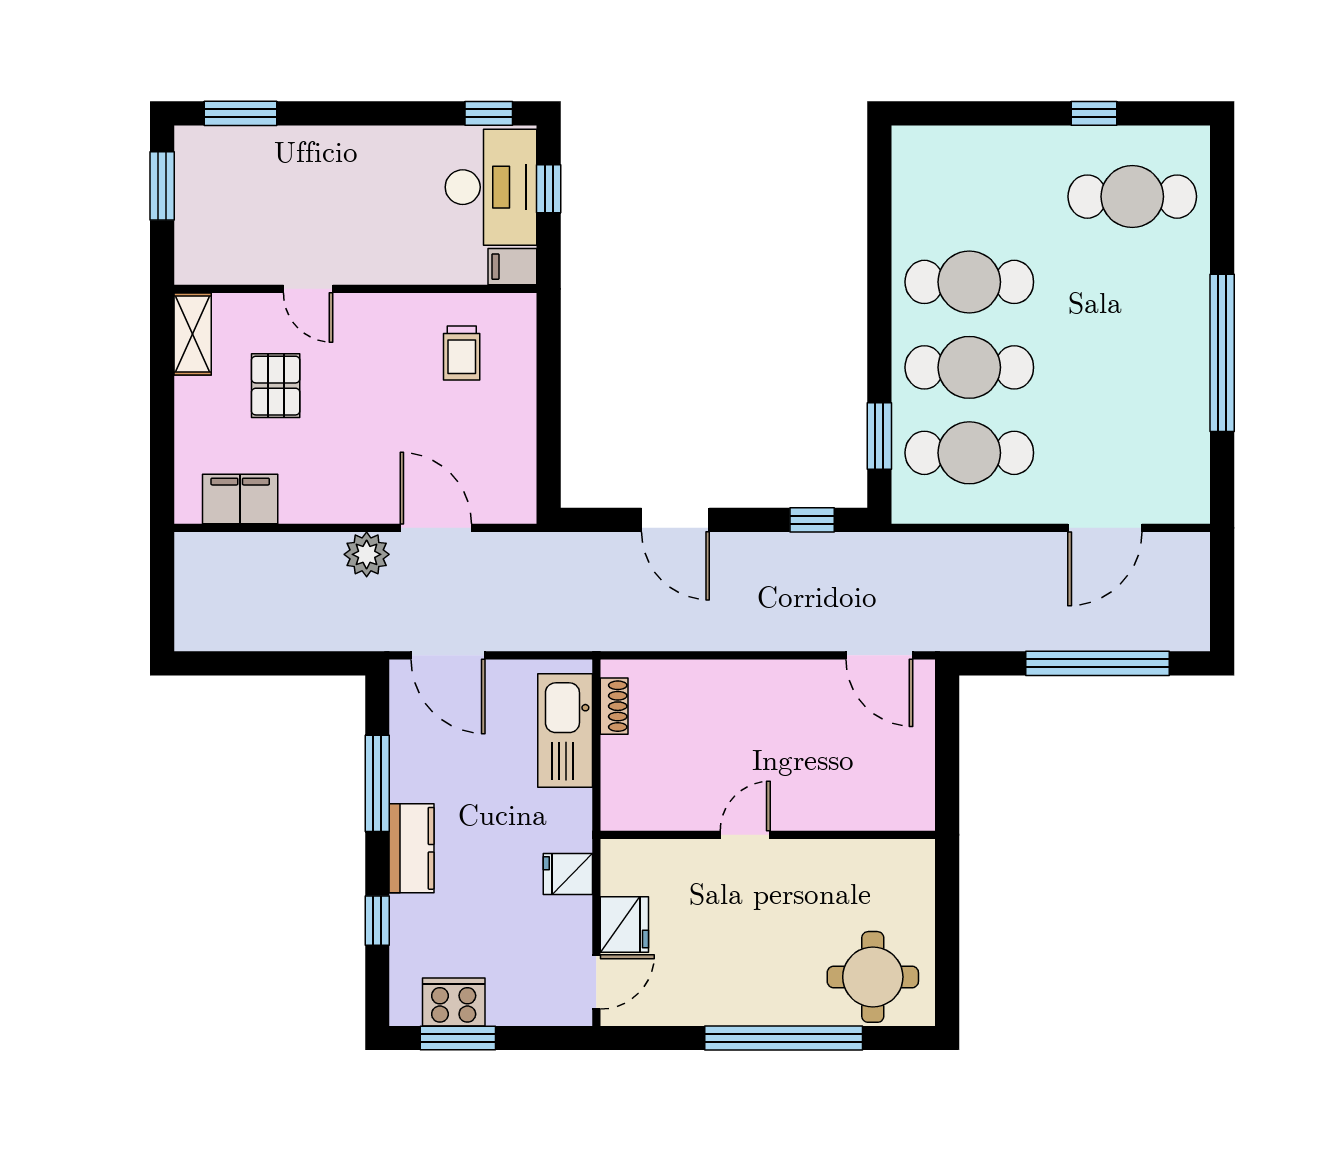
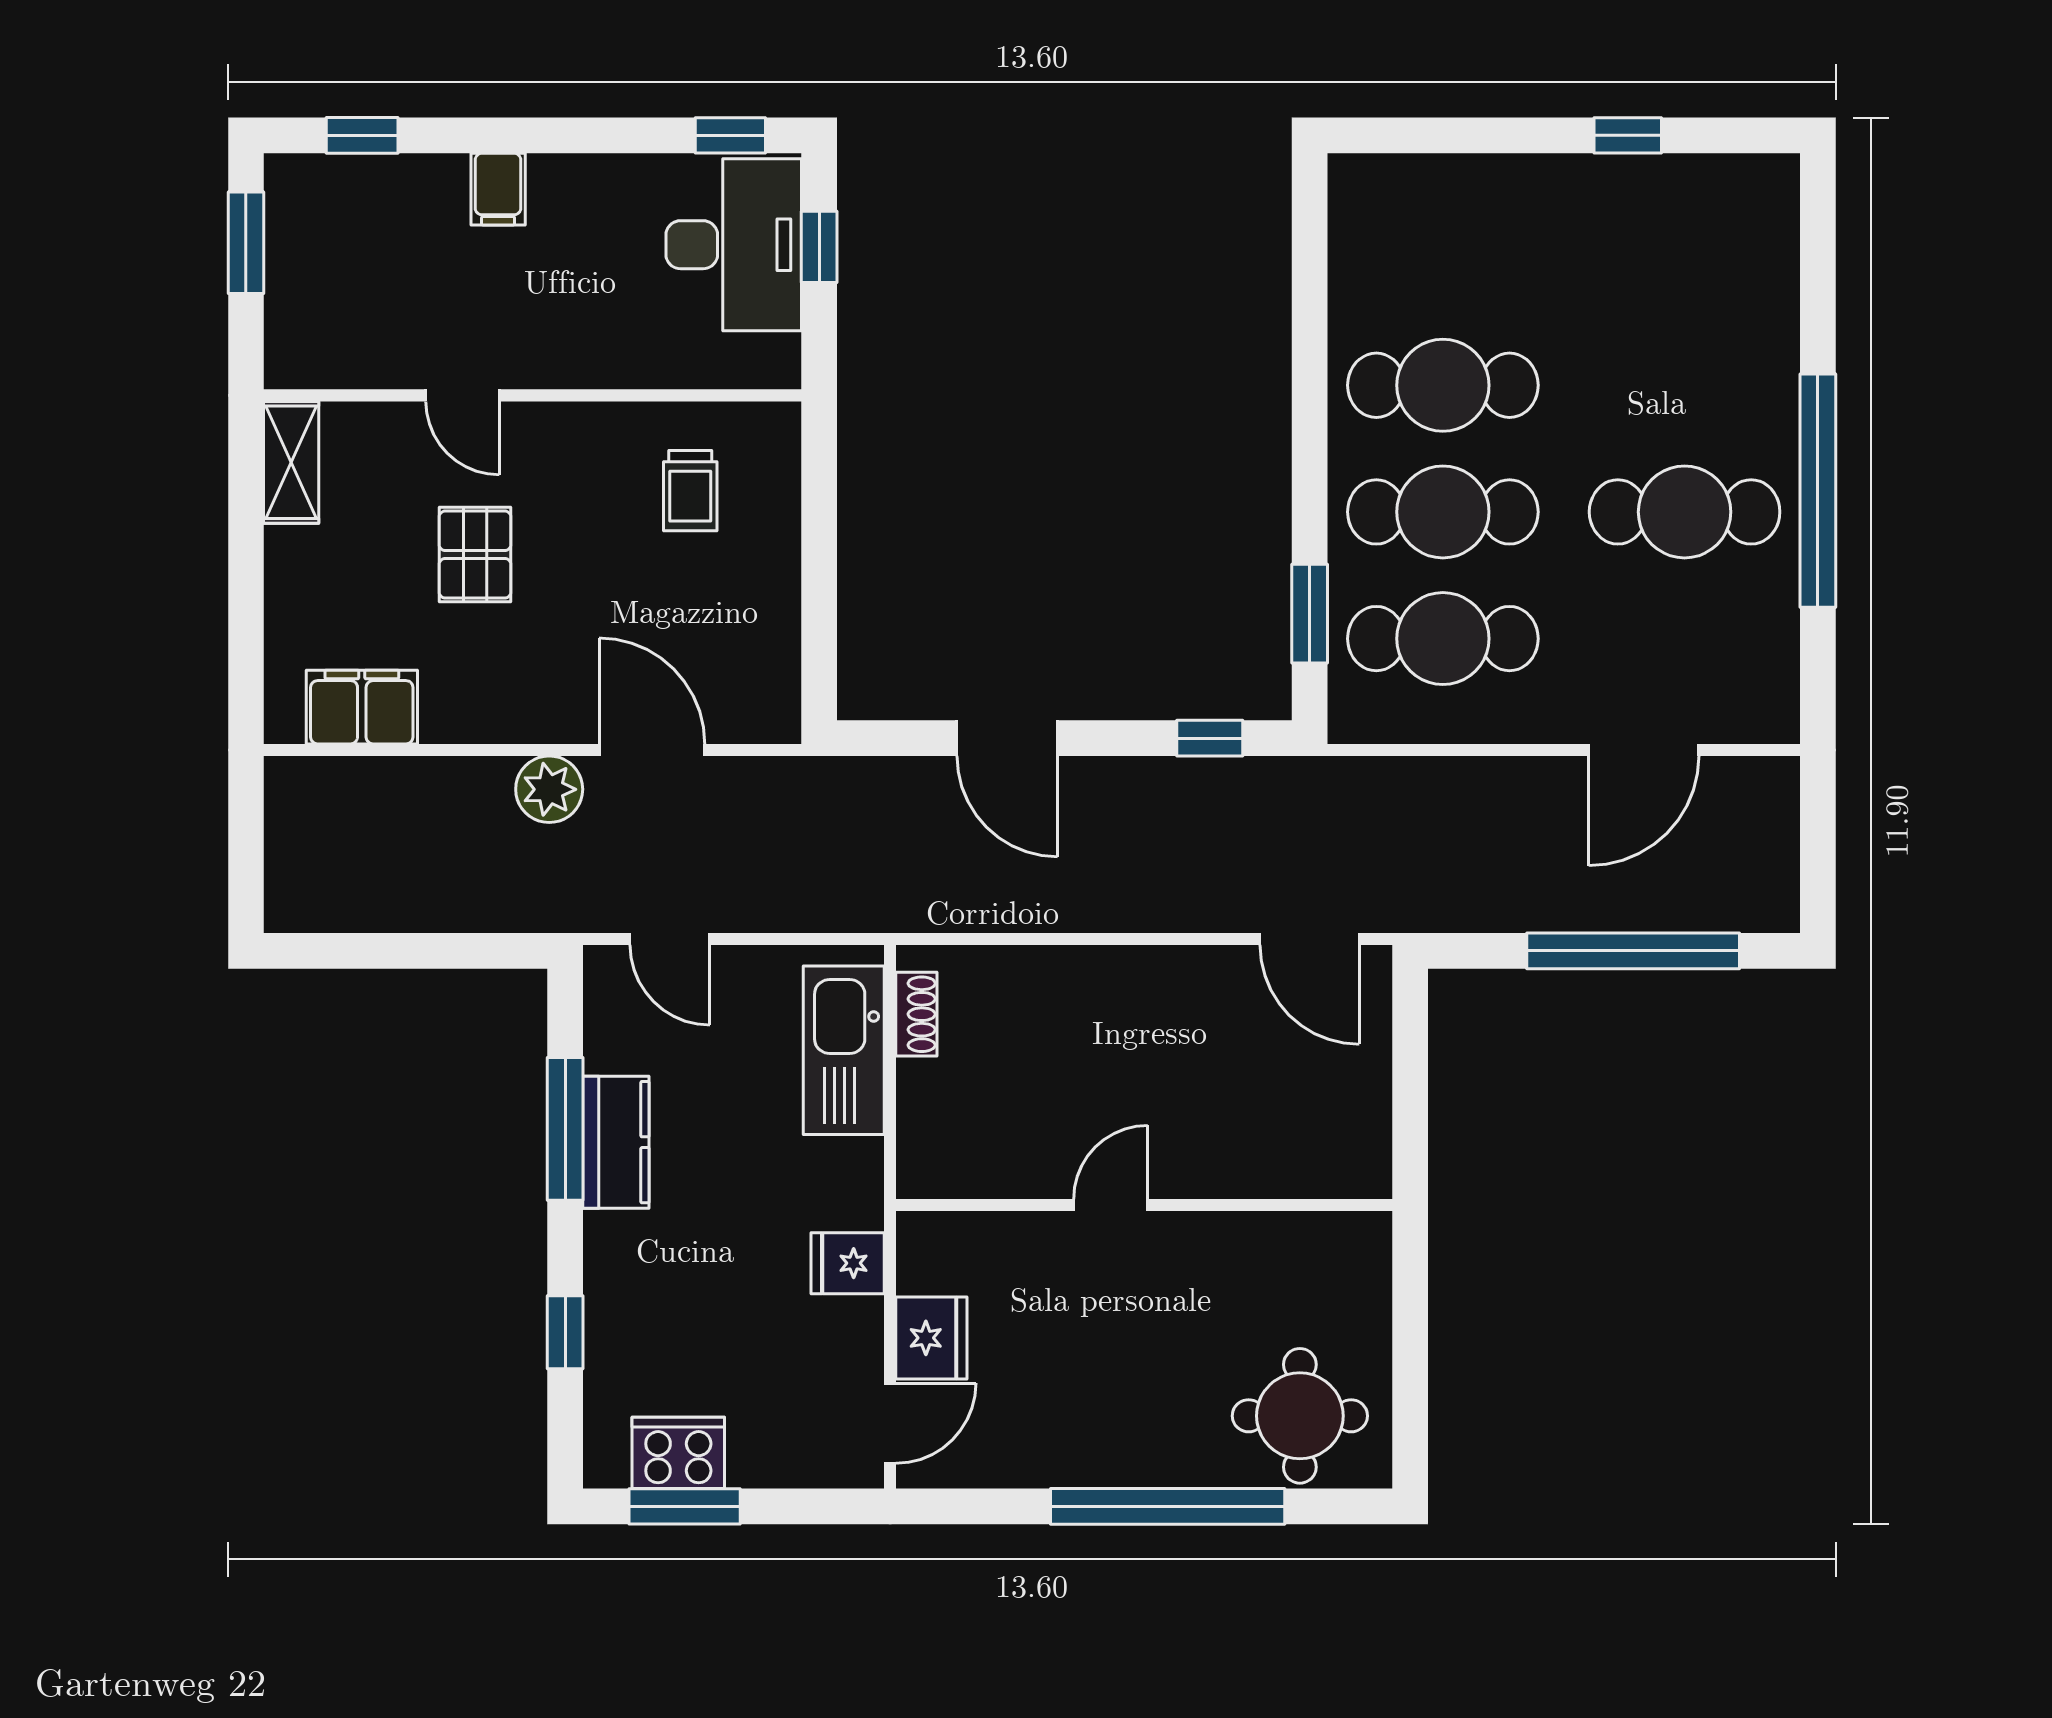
window: (240, 113) -> (362, 135), width x0.67
cafe table: (1132, 197) -> (1685, 512), moved
filing cabinet: (512, 267) -> (498, 189), moved, turned -90
pallet: (276, 386) -> (475, 555), moved
door: (448, 655) -> (670, 939), width x0.73
kitchen counter: (412, 848) -> (616, 1142), moved

